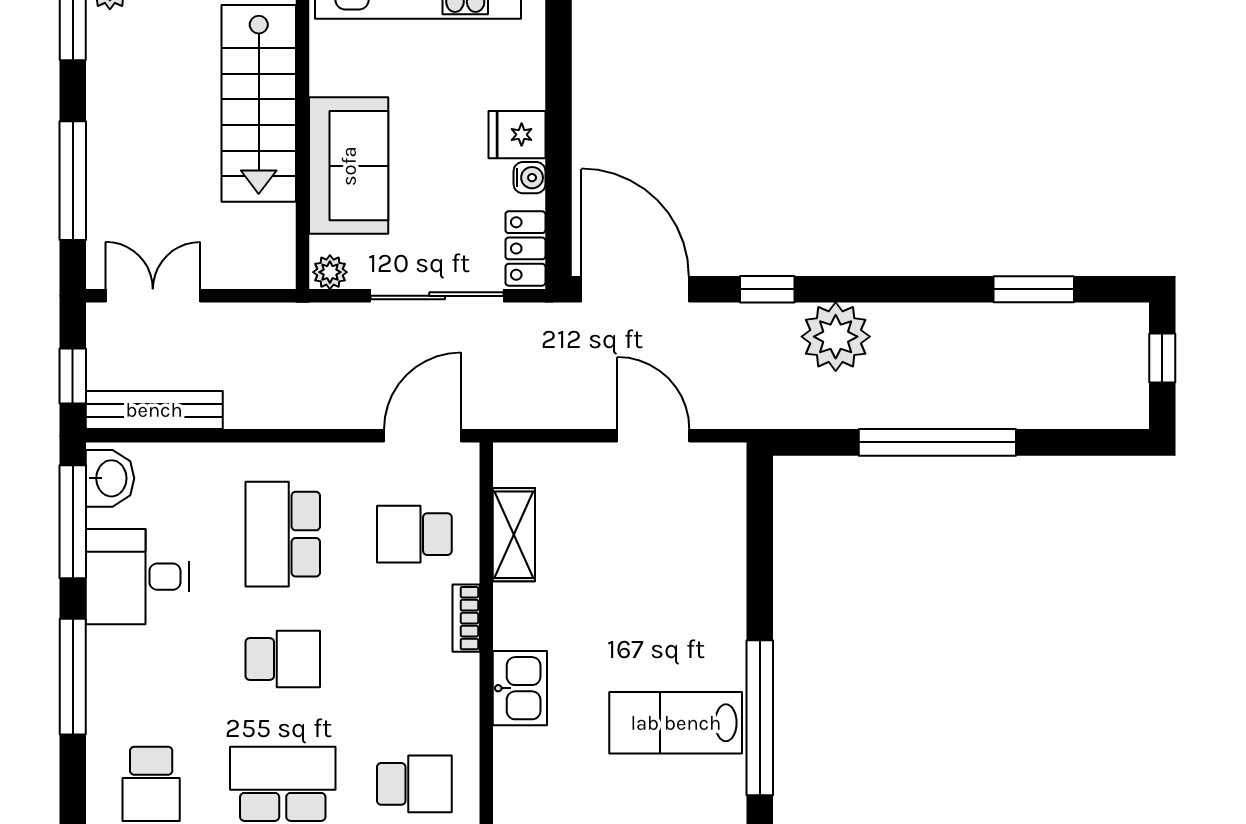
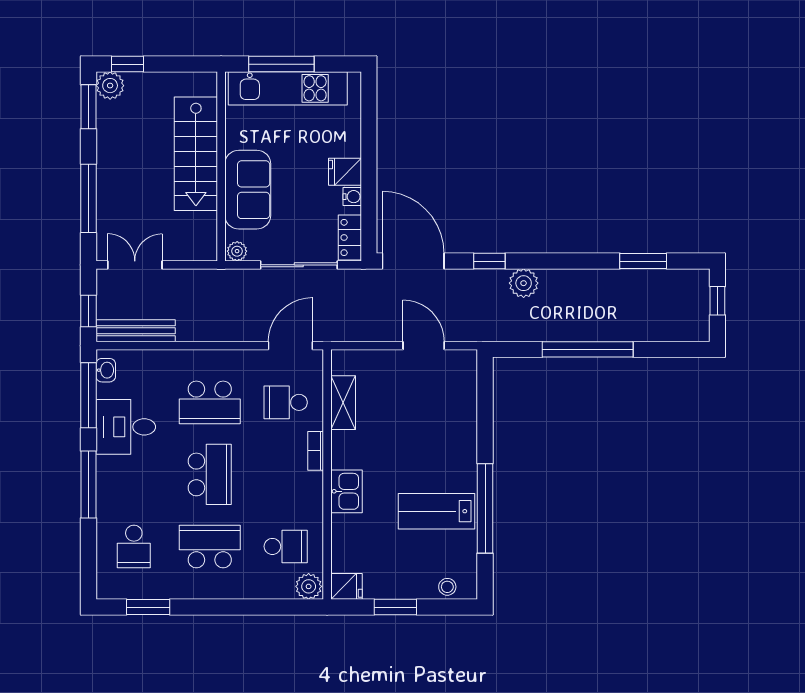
plant: (836, 337) -> (524, 283), width x0.73, depth x0.73
washbasin: (110, 478) -> (106, 370), width x0.72, depth x0.69
school desk: (283, 534) -> (210, 402), turned -90
school desk: (283, 659) -> (210, 474), width x1.85

